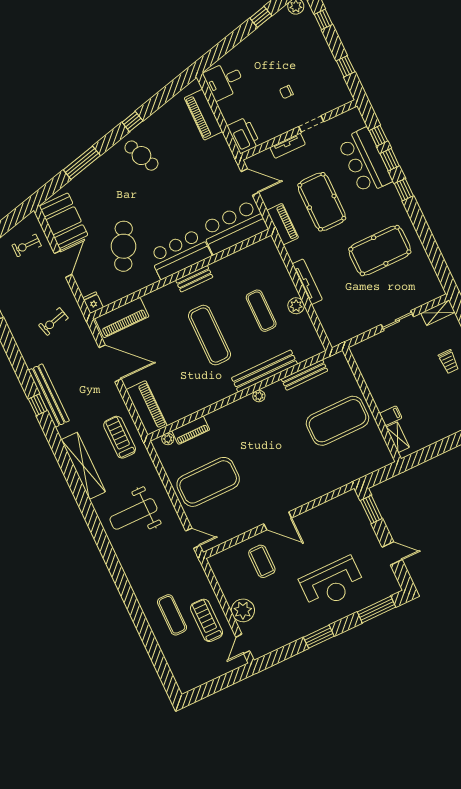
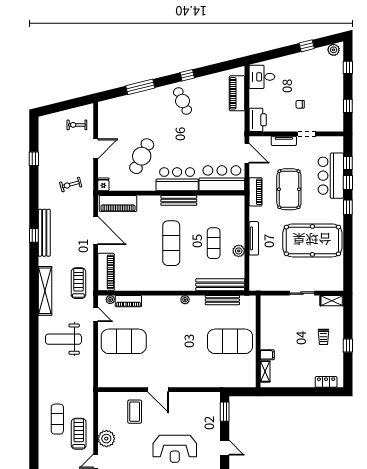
booth: (64, 221) -> (110, 120), removed
pool table: (380, 251) -> (312, 240), width x1.36, depth x1.32
bench: (194, 279) -> (179, 200), width x1.36
bench: (265, 371) -> (220, 285), moved
door: (193, 538) -> (96, 314), moved

